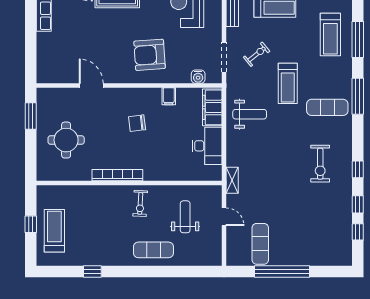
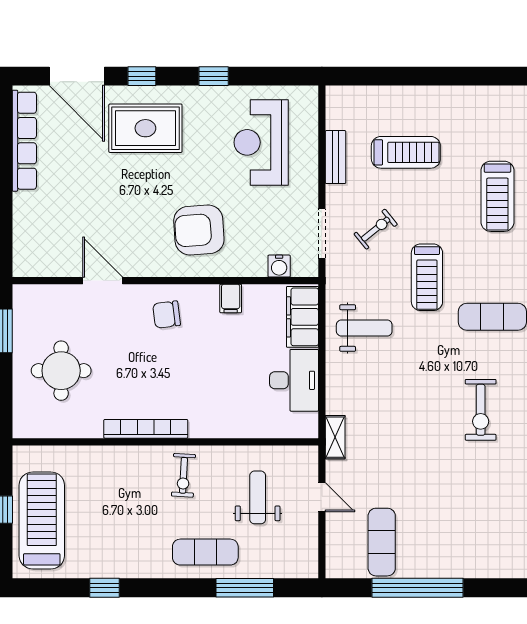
chair: (137, 123) -> (167, 315), moved
treadmill: (54, 231) -> (42, 520), width x1.37, depth x1.38
window: (177, 272) -> (245, 588), added

